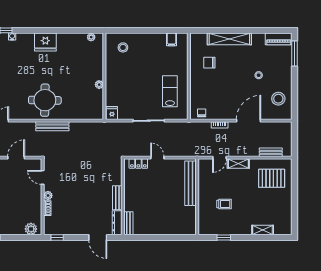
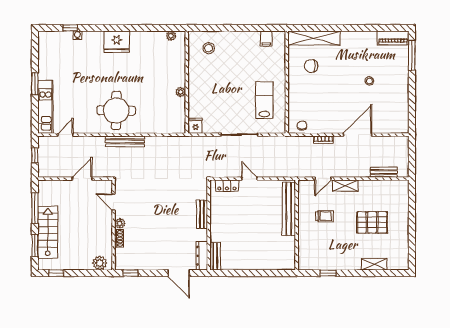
shelving: (229, 39) -> (314, 38), moved
stool: (278, 99) -> (393, 109), removed
pallet: (272, 178) -> (372, 222), moved
bench: (117, 198) -> (202, 214), moved
trolley: (224, 204) -> (324, 216), moved

